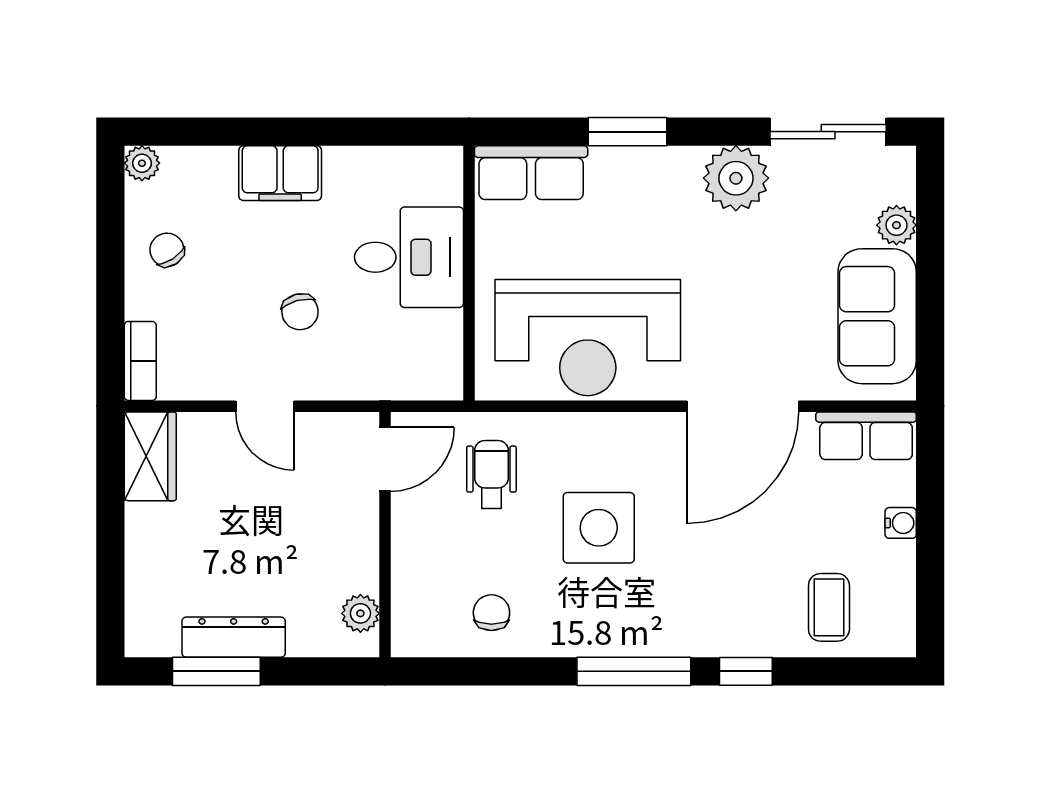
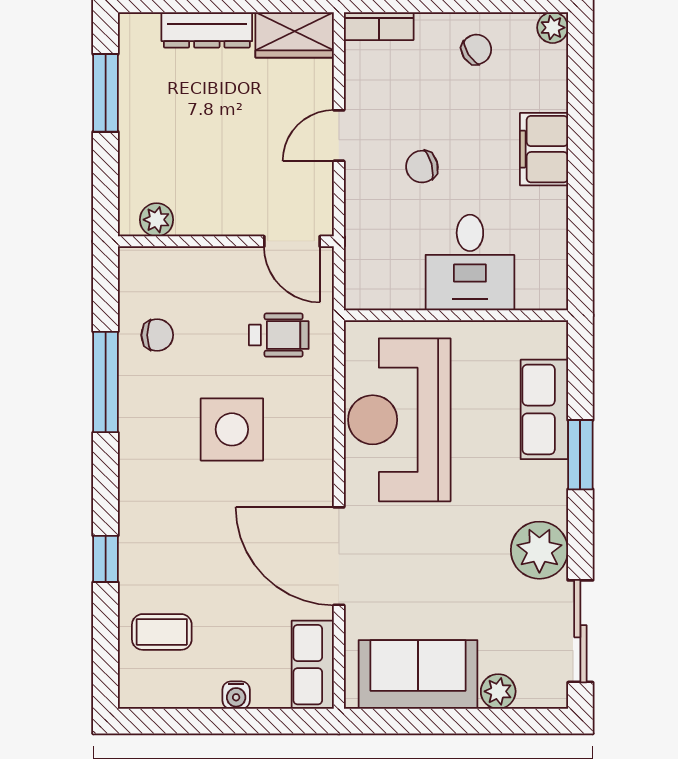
row of seats: (531, 173) -> (544, 409), moved
dresser: (234, 637) -> (207, 30), moved, turned 90
window: (634, 671) -> (106, 382), moved

